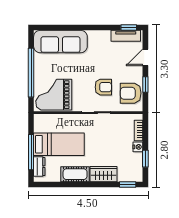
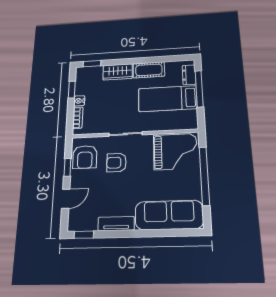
tv unit: (126, 36) -> (116, 224), moved
armchair: (131, 93) -> (85, 157), turned 90

